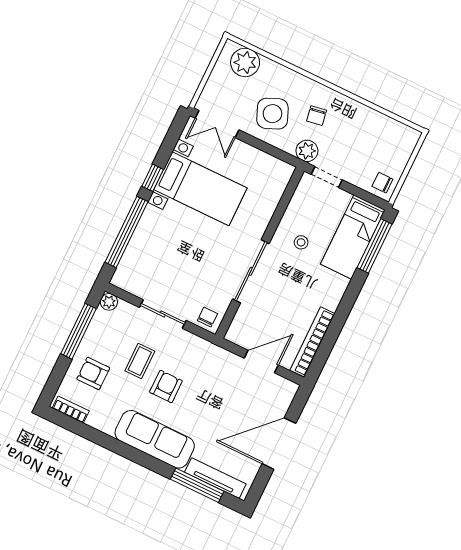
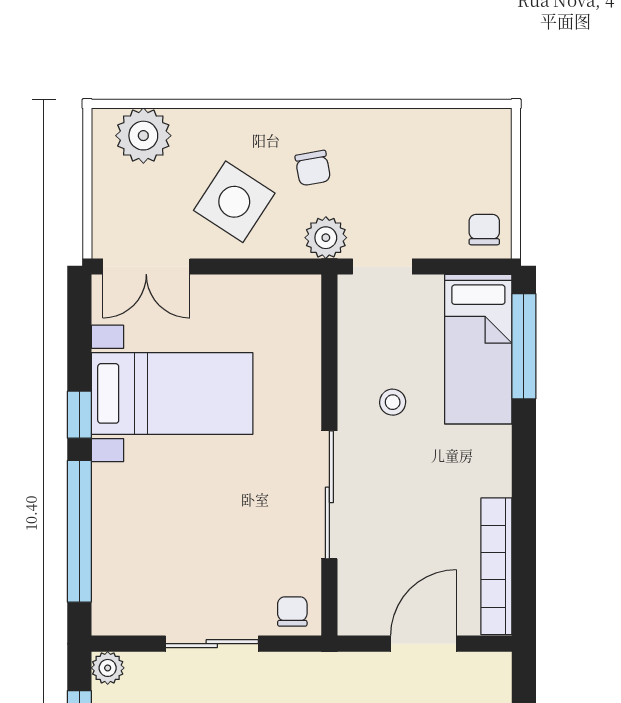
side table: (272, 114) -> (234, 202), turned -34
chair: (382, 183) -> (484, 230), turned 90

